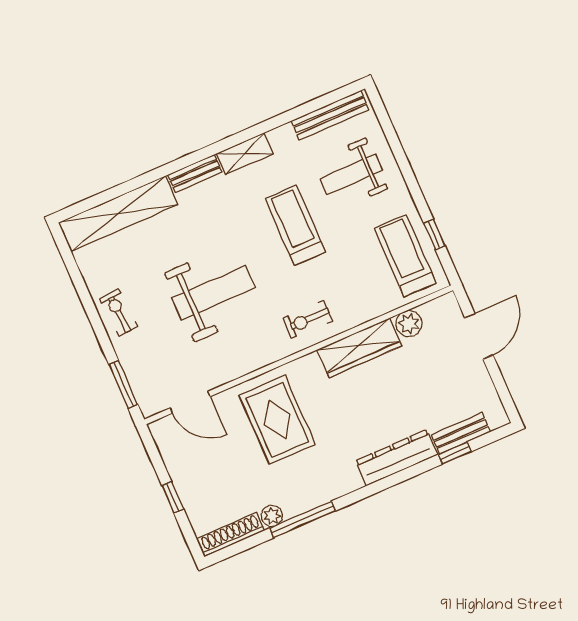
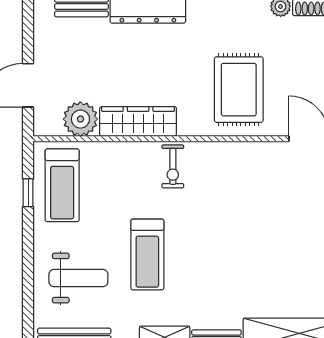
weight bench: (213, 293) -> (246, 227), removed
exercise bike: (308, 319) -> (173, 166), turned 90
plant: (409, 324) -> (80, 119), width x1.36, depth x1.36

